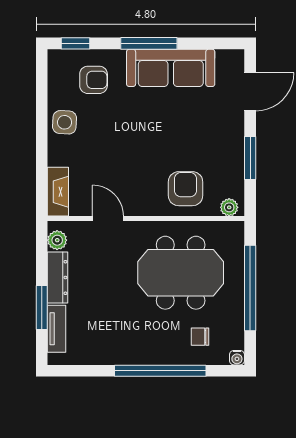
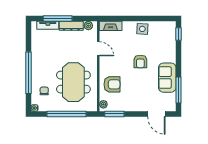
window: (149, 43) -> (178, 90), moved
sofa: (171, 68) -> (167, 78), width x0.73
armchair: (94, 80) -> (140, 62), moved
window: (250, 158) -> (114, 114), moved
door: (108, 219) -> (98, 49), hinge flipped
window: (42, 307) -> (58, 19), width x1.44

